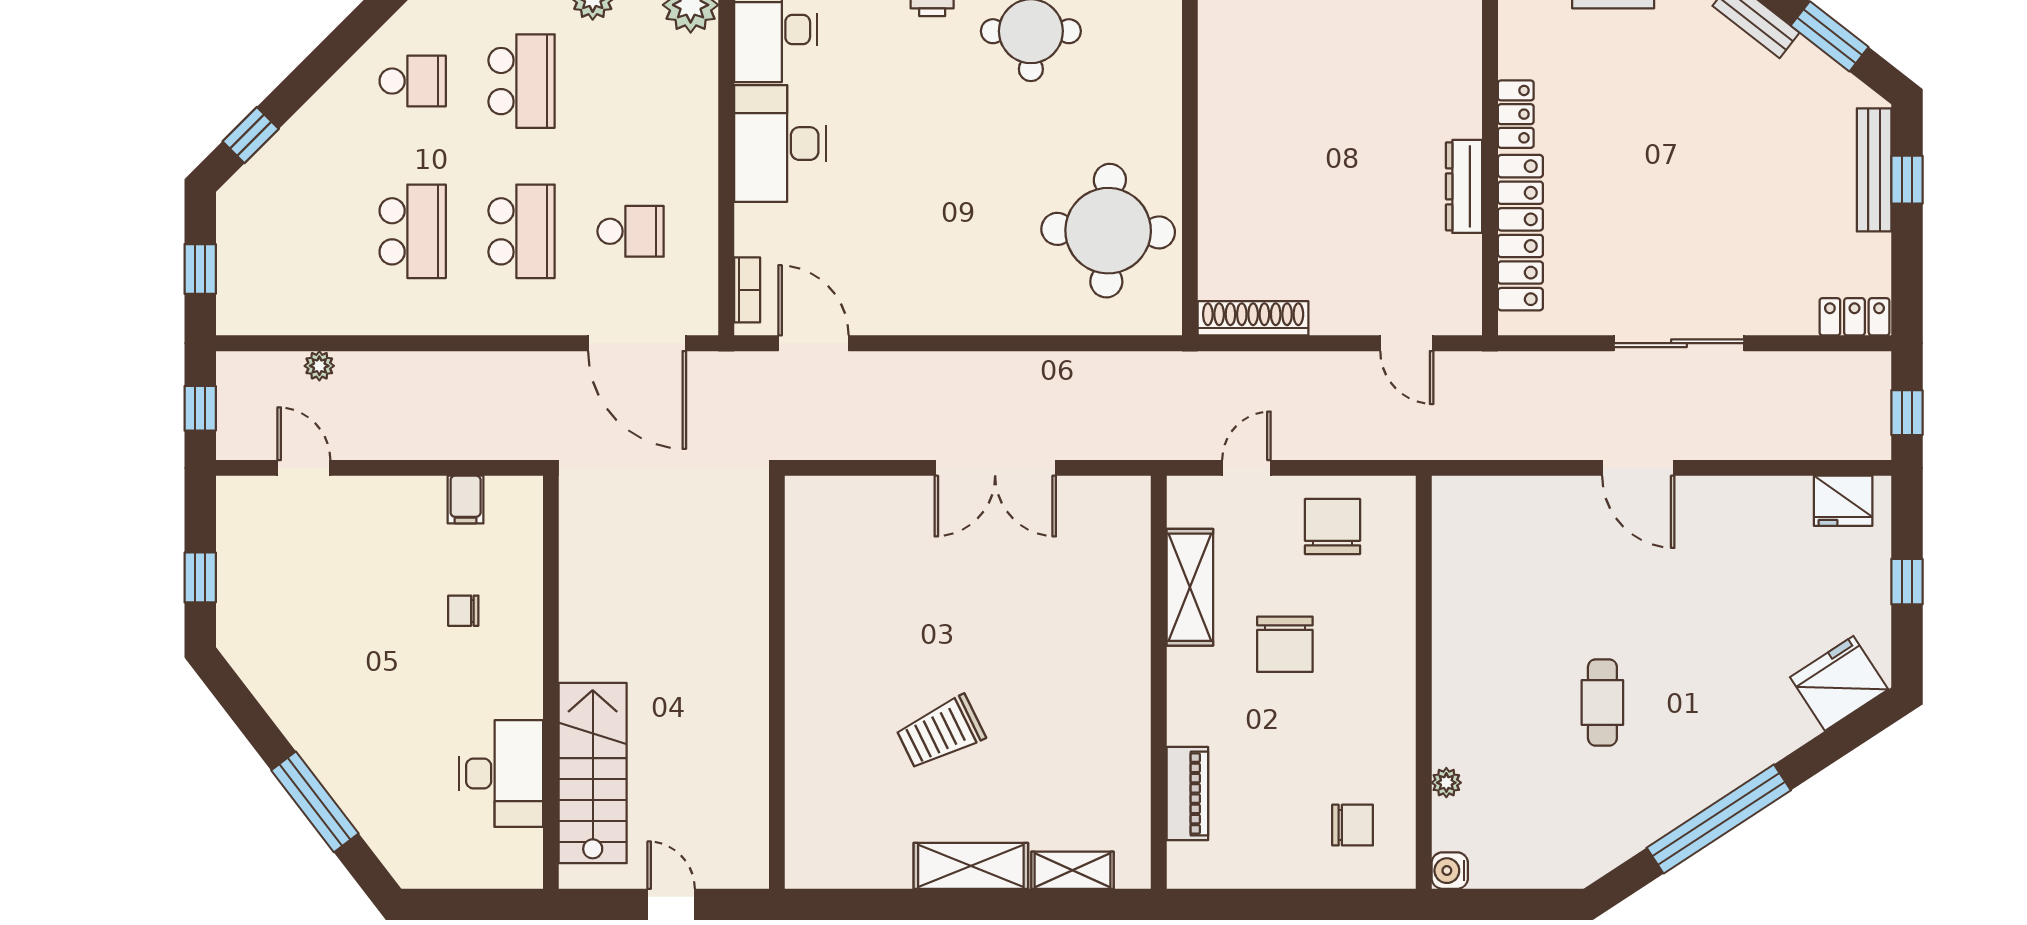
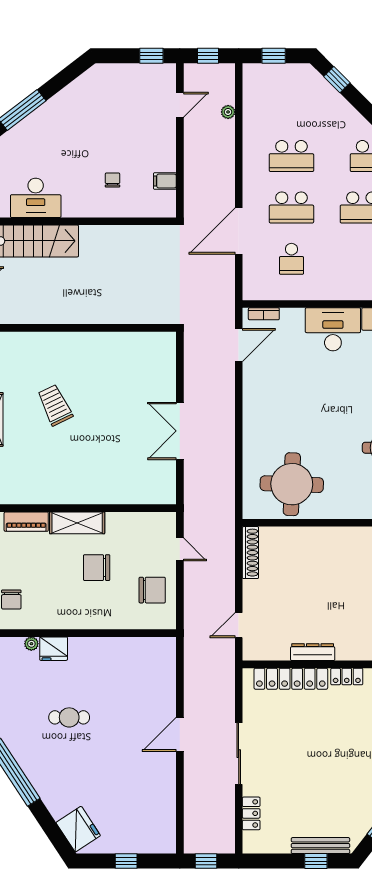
locker: (1854, 317) -> (251, 813), moved
door: (637, 343) -> (239, 231), moved
fridge: (1843, 501) -> (54, 649), moved, turned -90
window: (200, 577) -> (151, 56), moved
shelving: (1190, 587) -> (77, 523), moved

